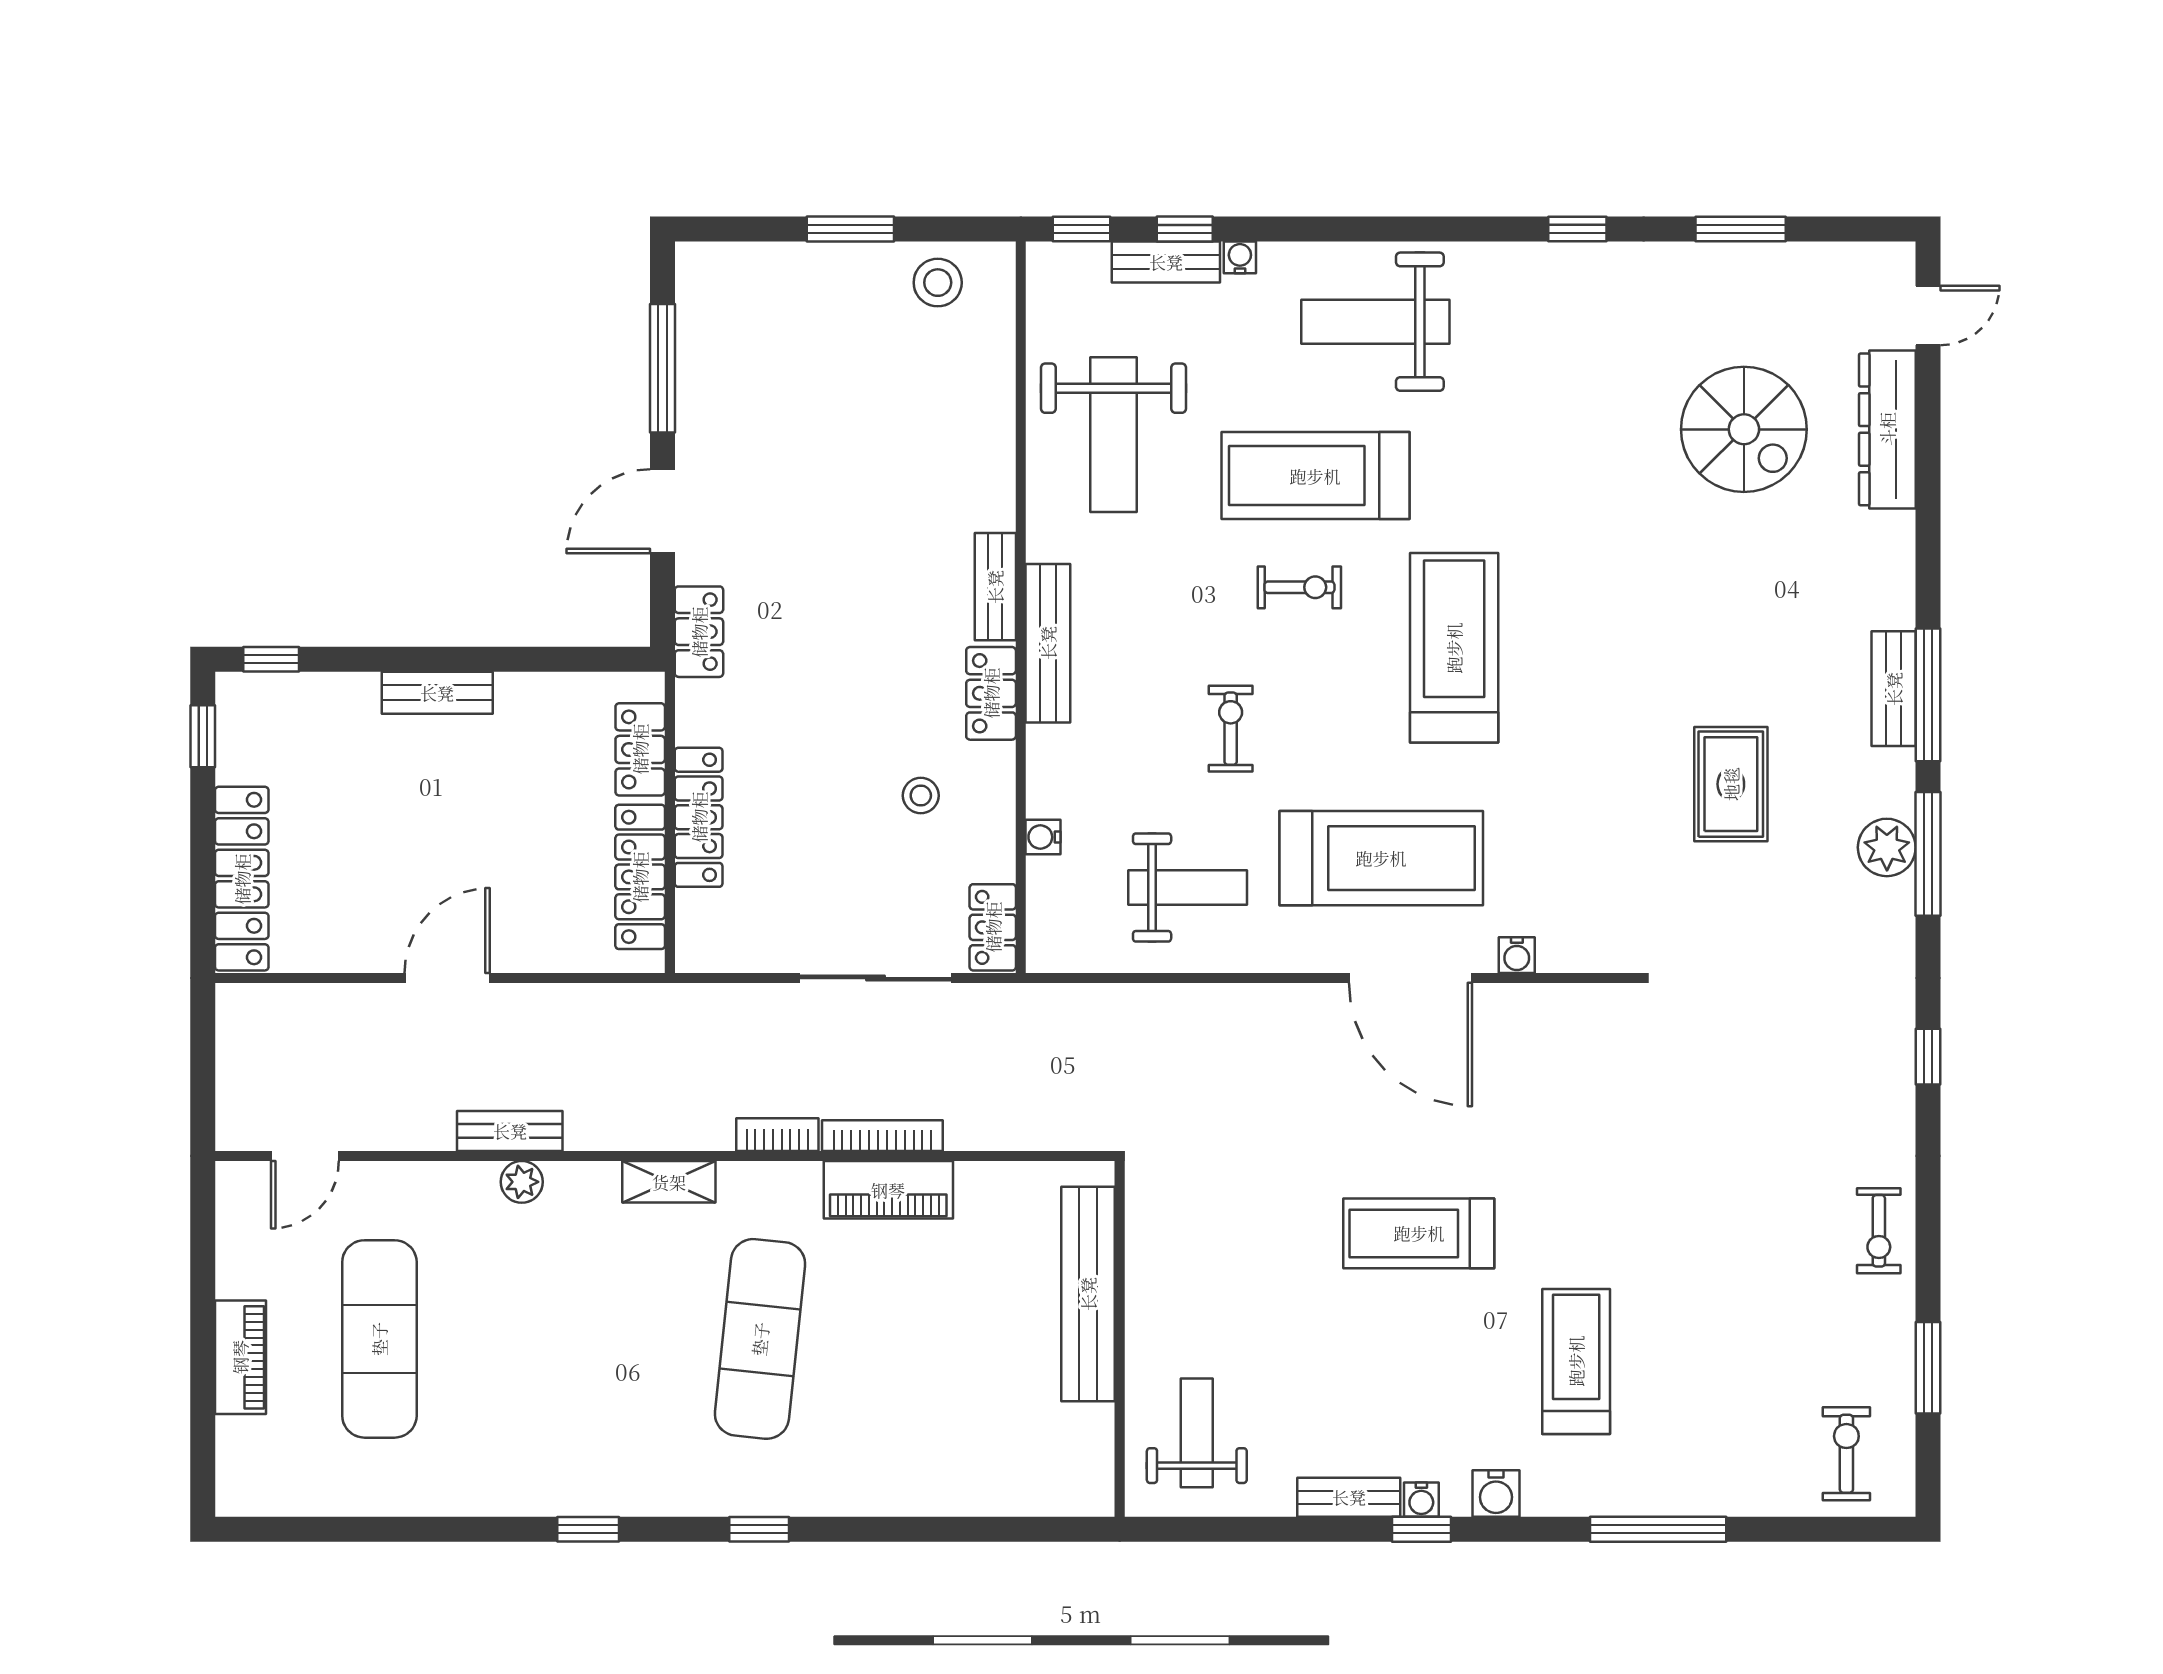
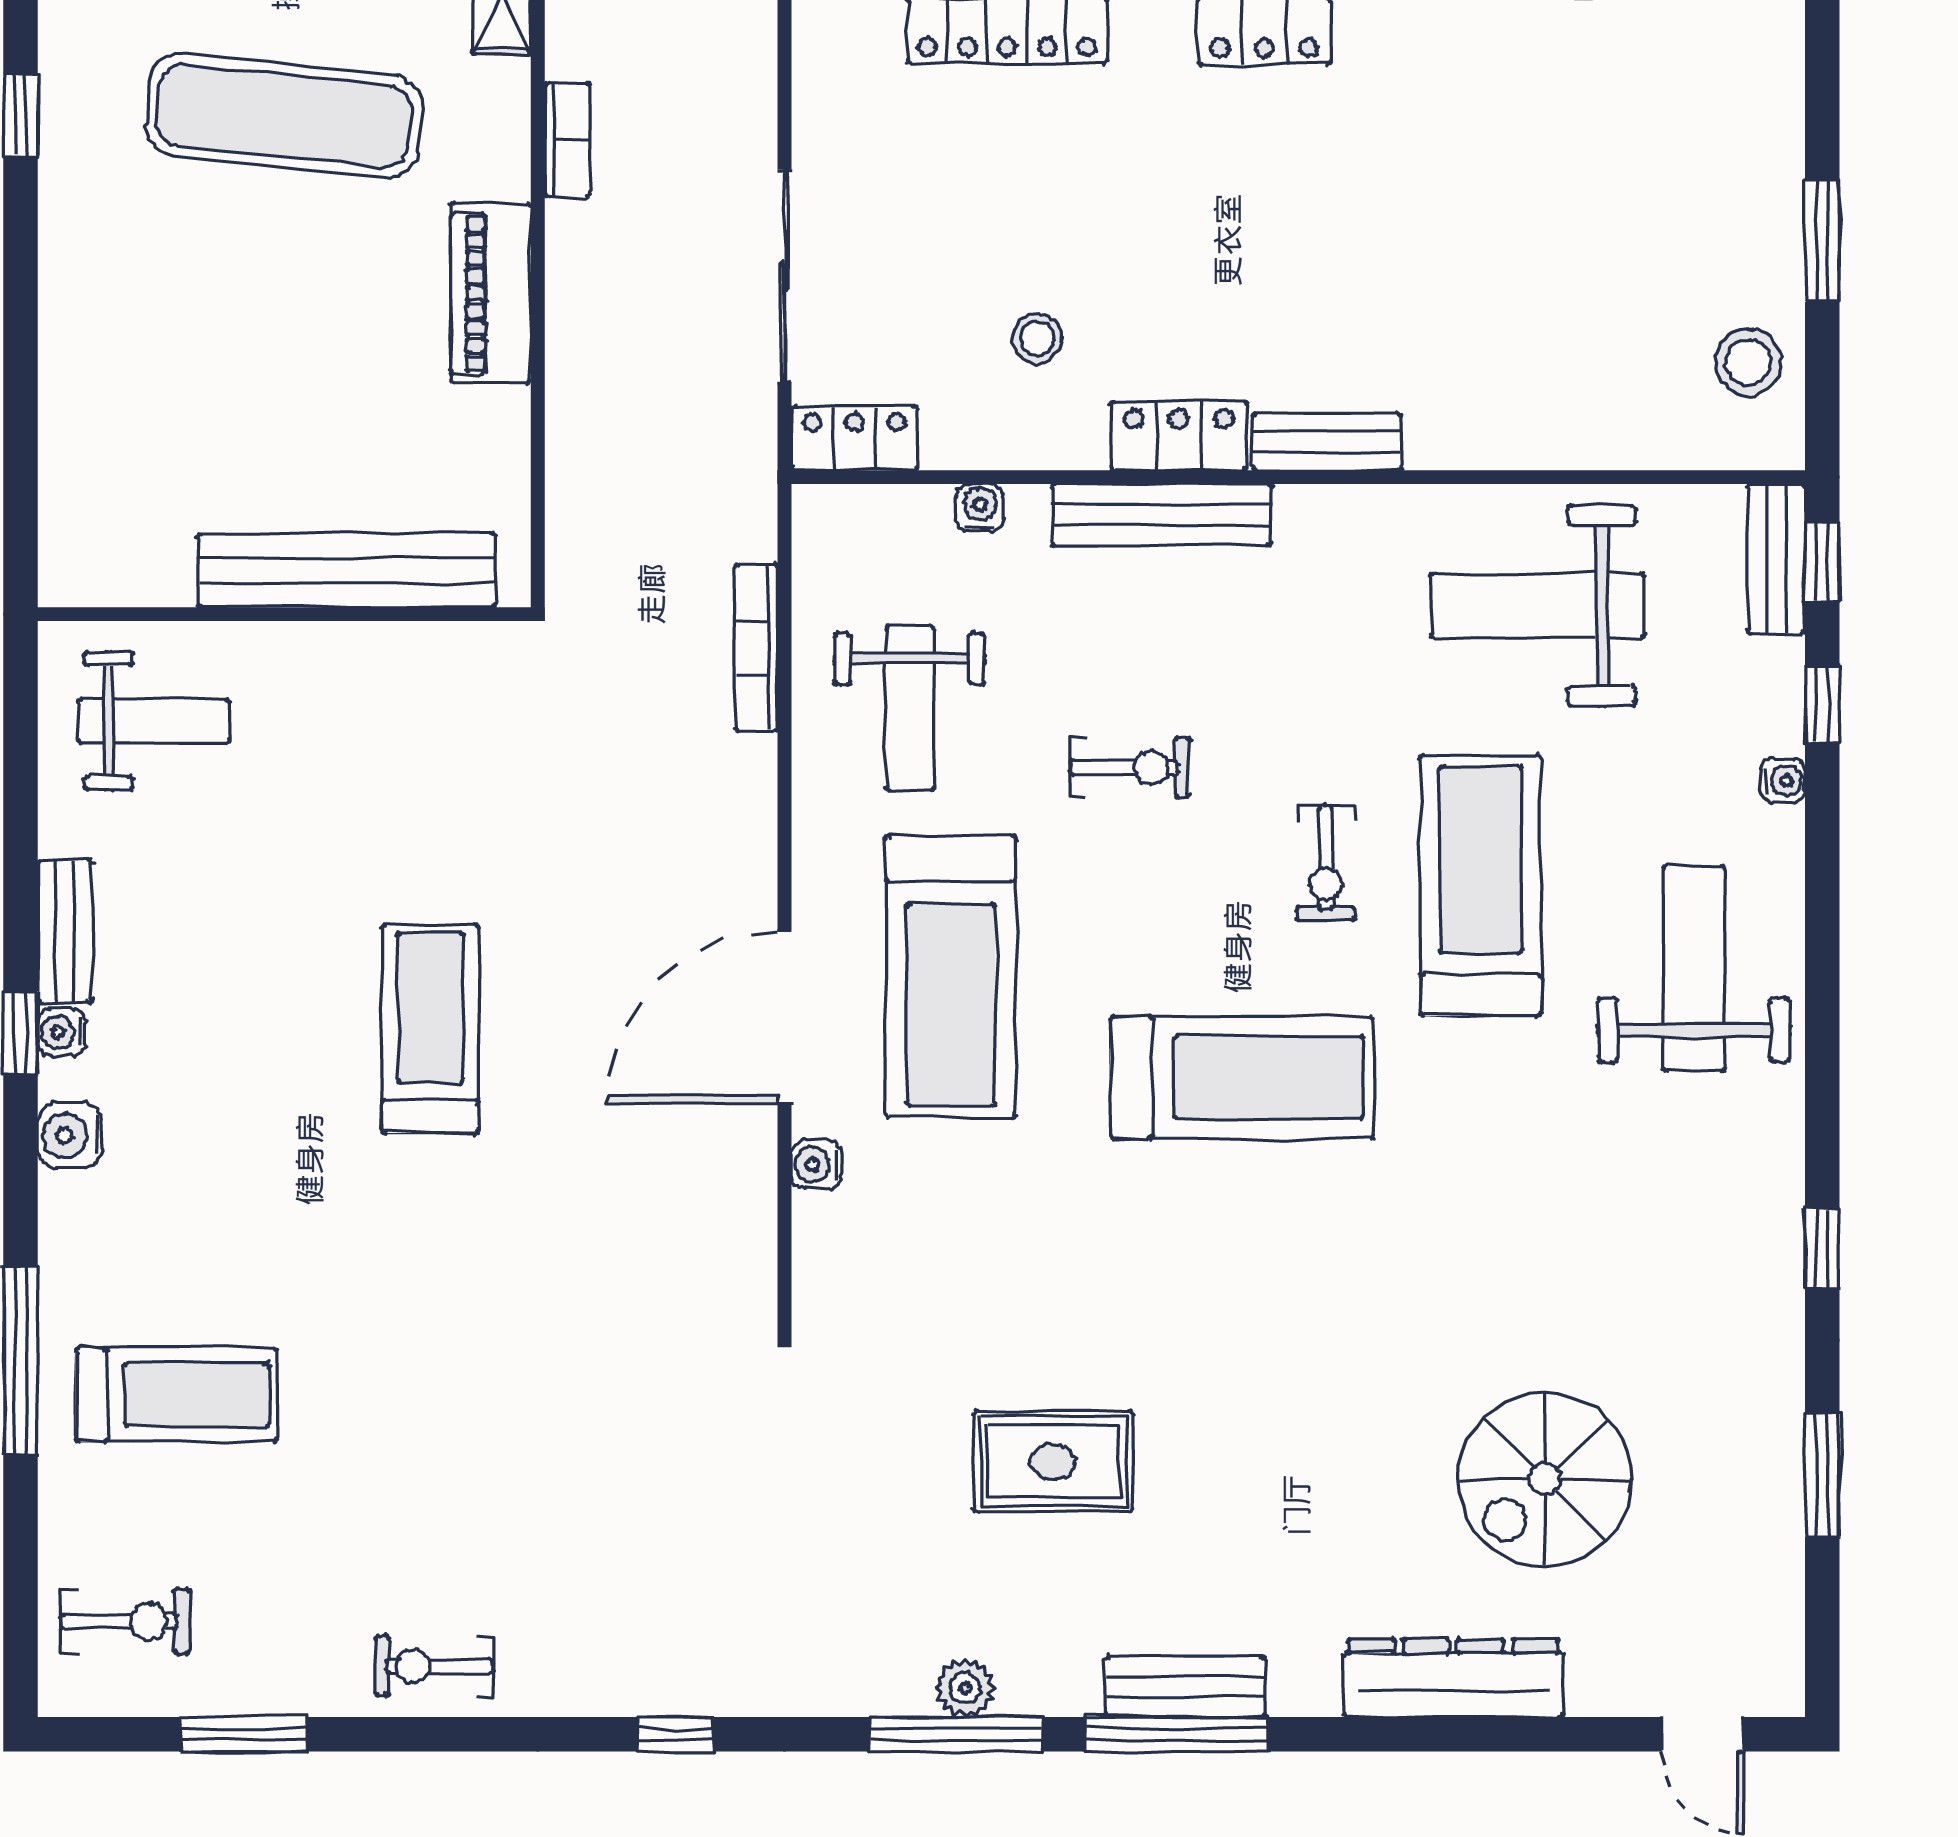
bench: (1166, 262) -> (1777, 559), moved
dresser: (1887, 429) -> (1453, 1678), moved
bench: (1048, 643) -> (1162, 515), moved
plant: (1887, 847) -> (965, 1688), width x0.73, depth x0.73
bookcase: (882, 1136) -> (756, 648), moved, turned 180
treadmill: (1576, 1361) -> (177, 1395), moved

